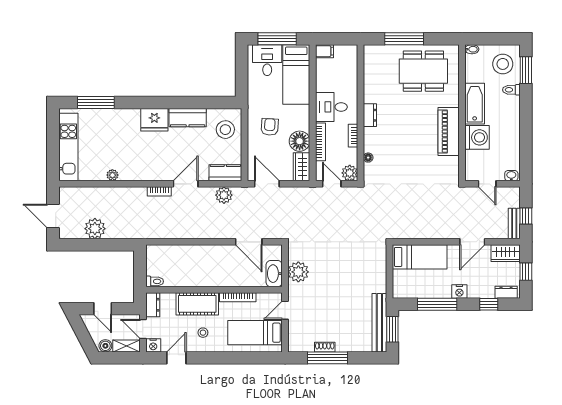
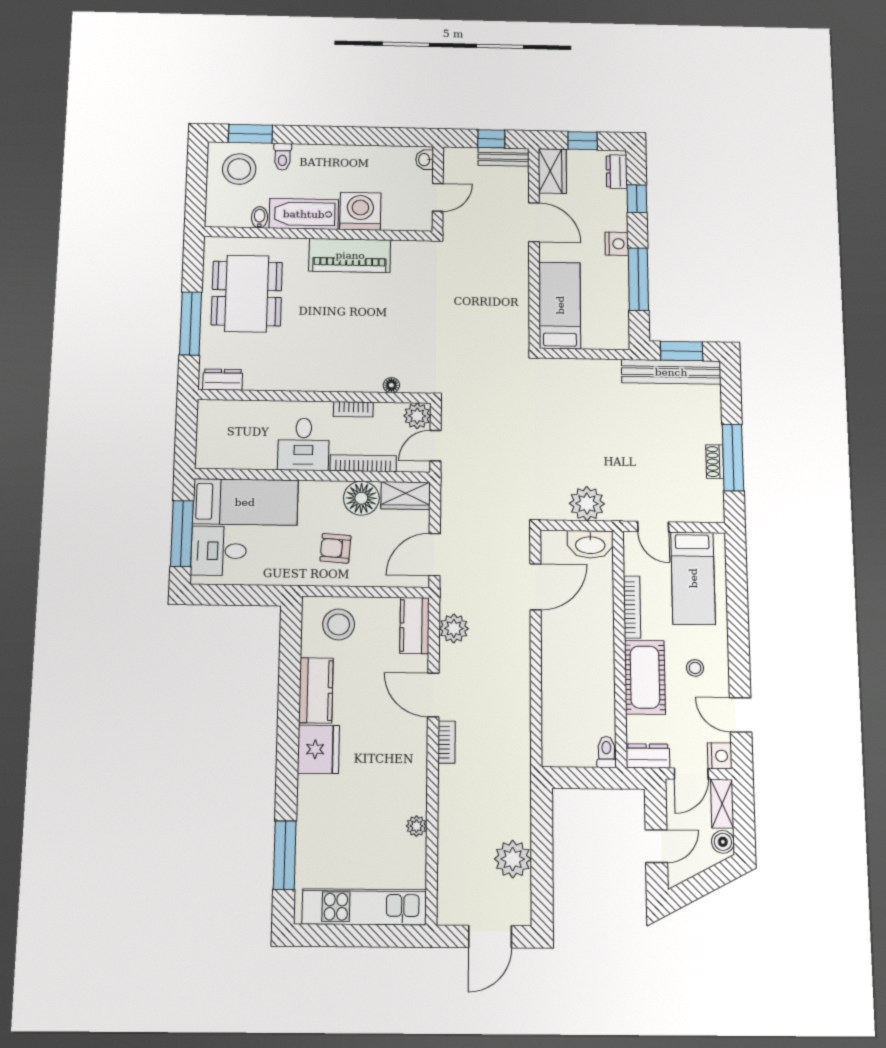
bidet: (472, 49) -> (260, 217), moved
filing cabinet: (324, 51) -> (207, 454), removed
dresser: (370, 115) -> (223, 380), moved

